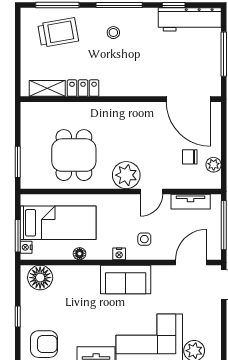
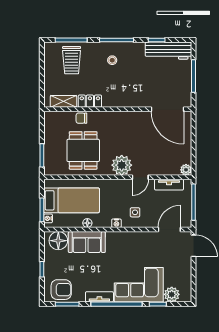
trolley: (58, 32) -> (72, 60), turned 100
chair: (190, 157) -> (81, 118), moved
plant: (214, 165) -> (186, 170), moved
sofa: (126, 280) -> (87, 242), moved

